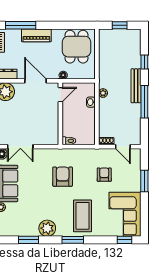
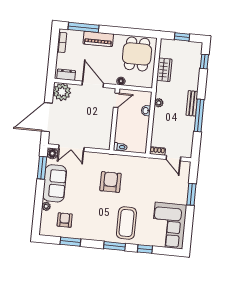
wardrobe: (105, 60) -> (164, 70), added
window: (144, 62) -> (204, 62), moved
bench: (136, 86) -> (192, 103), width x0.73
armchair: (104, 175) -> (65, 220), moved
plant: (47, 228) -> (90, 232), removed
window: (124, 240) -> (145, 249), moved

